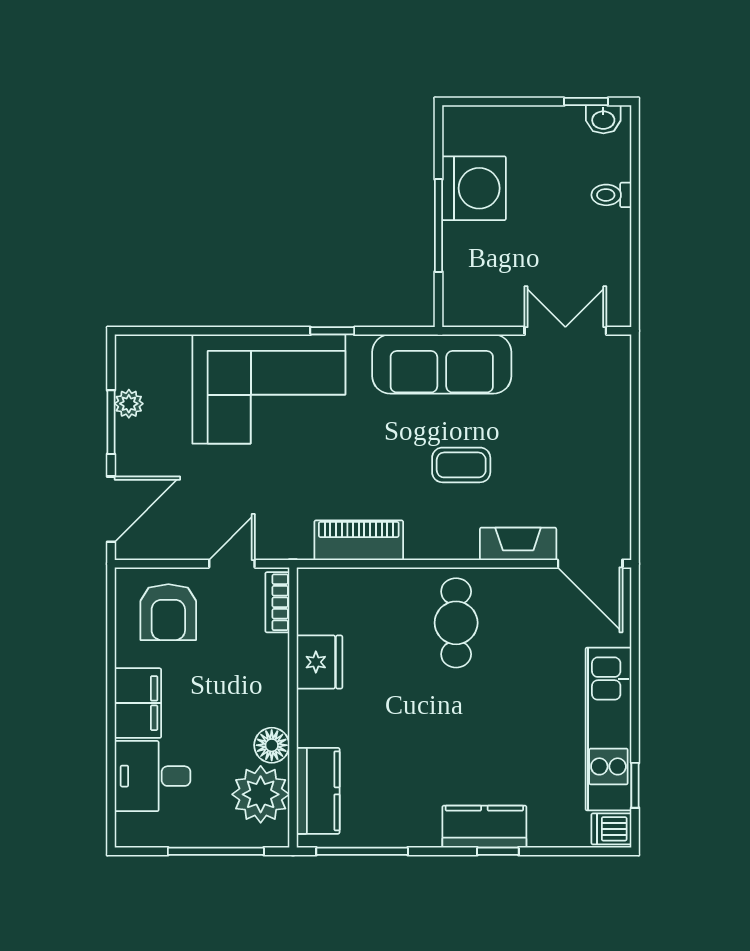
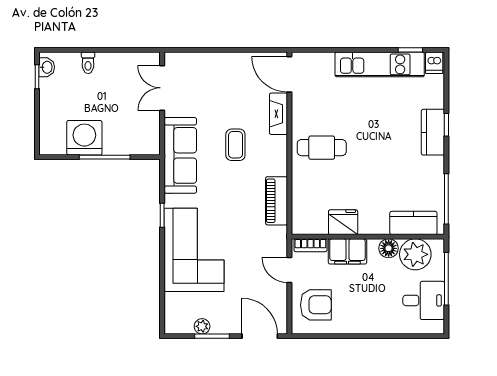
door: (590, 564) -> (289, 74), swing flipped
filing cabinet: (138, 703) -> (347, 251), moved, turned 180
desk: (153, 776) -> (424, 300), moved, turned -90

